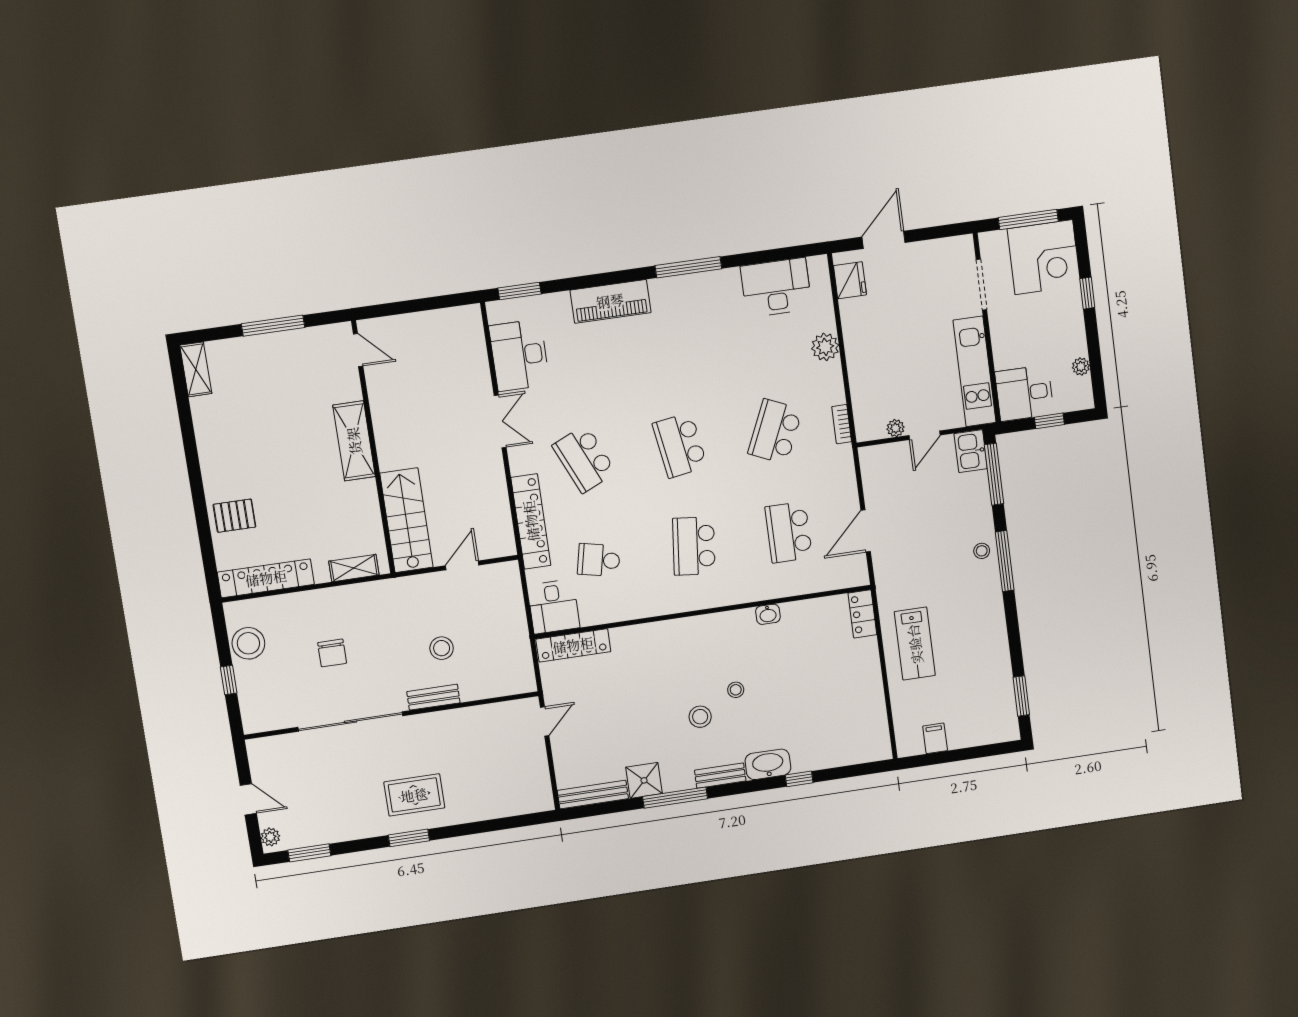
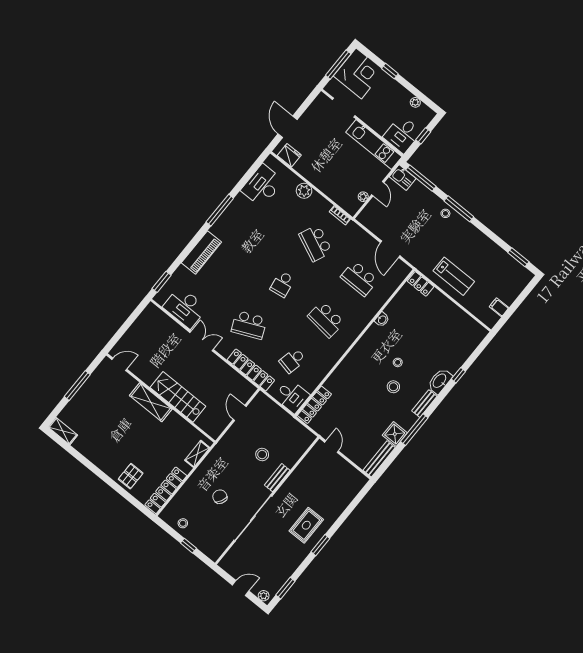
school desk: (680, 445) -> (282, 284), width x0.54
stairs: (406, 520) -> (178, 397), moved
stool: (248, 643) -> (183, 523), width x0.53, depth x0.53
chair: (332, 653) -> (220, 497), turned -153

